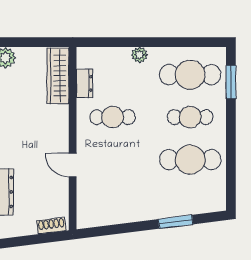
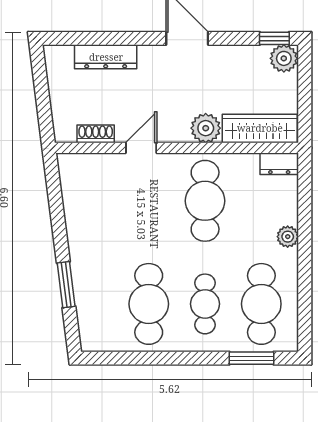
dresser: (85, 84) -> (279, 164), moved
plant: (58, 117) -> (206, 128), added
cafe table: (113, 117) -> (205, 201), width x1.37, depth x1.35
shoe rack: (51, 226) -> (96, 134), moved, turned -83

